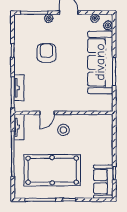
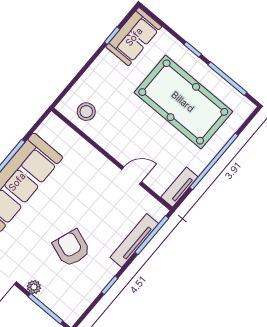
armchair: (46, 53) -> (71, 248), turned 110
tv unit: (19, 88) -> (134, 240), width x1.41
stool: (63, 130) -> (86, 112), moved

